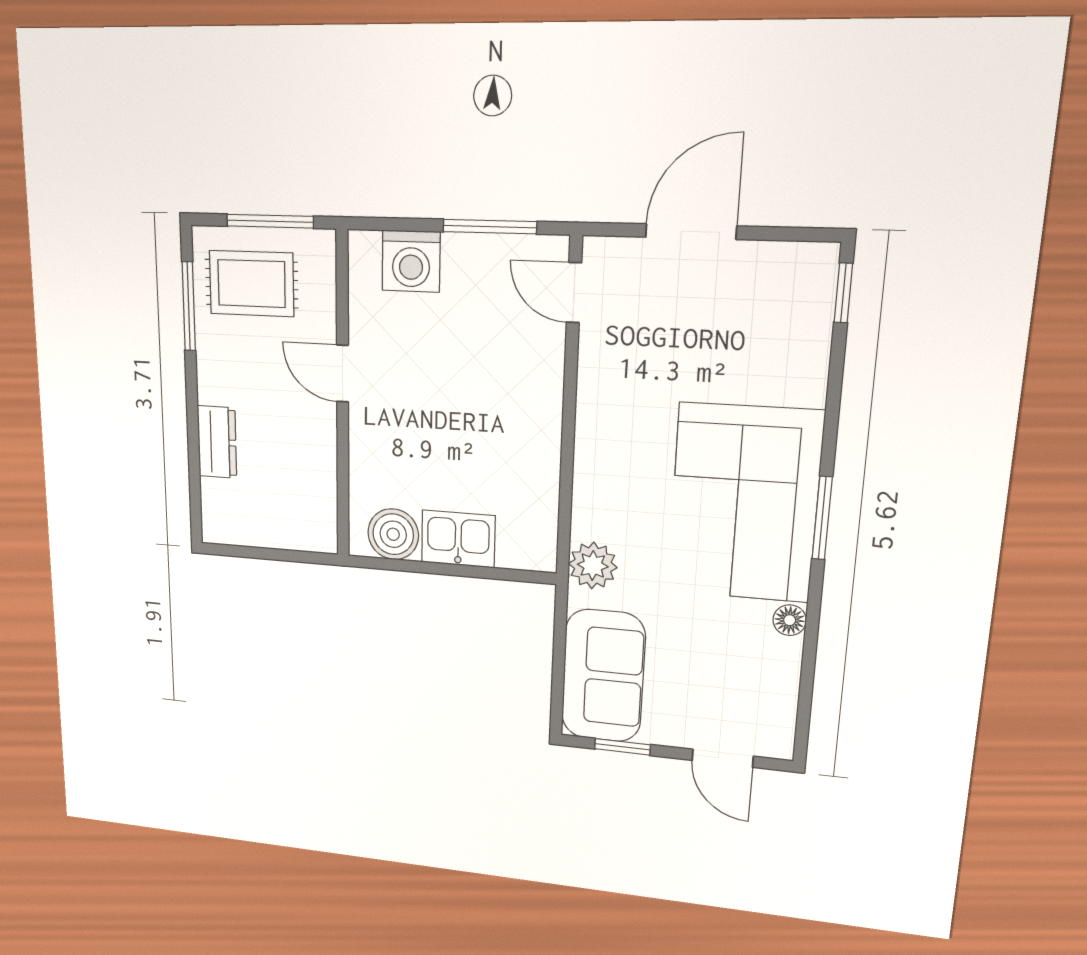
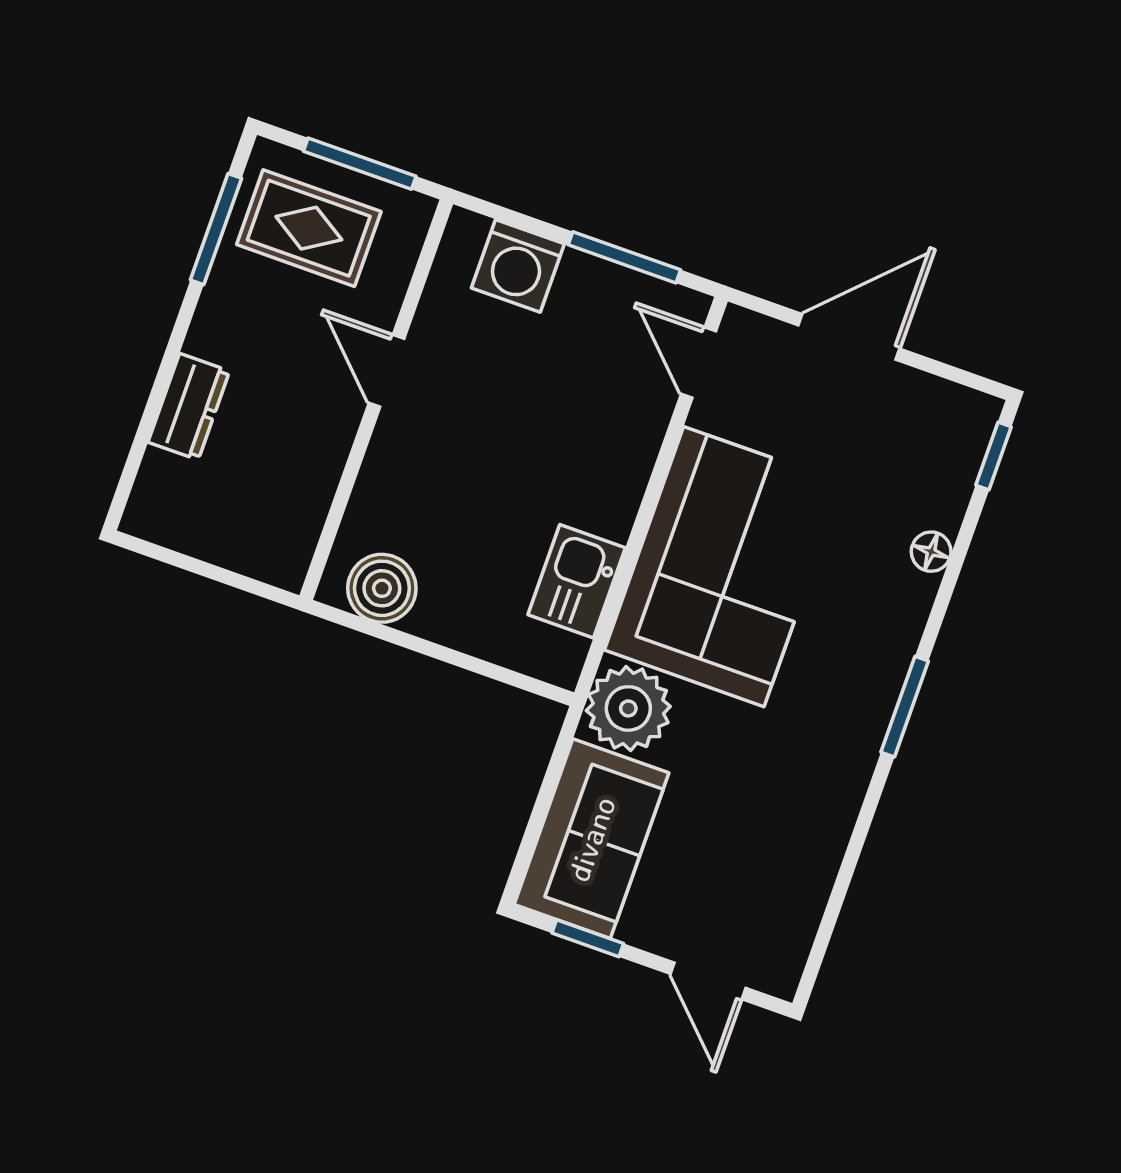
corner sofa: (744, 503) -> (724, 567), moved, turned 180
kitchen sink: (458, 539) -> (577, 581), moved, turned -90
plant: (593, 566) -> (628, 708), width x1.36, depth x1.36
floor lamp: (790, 620) -> (931, 552), moved

